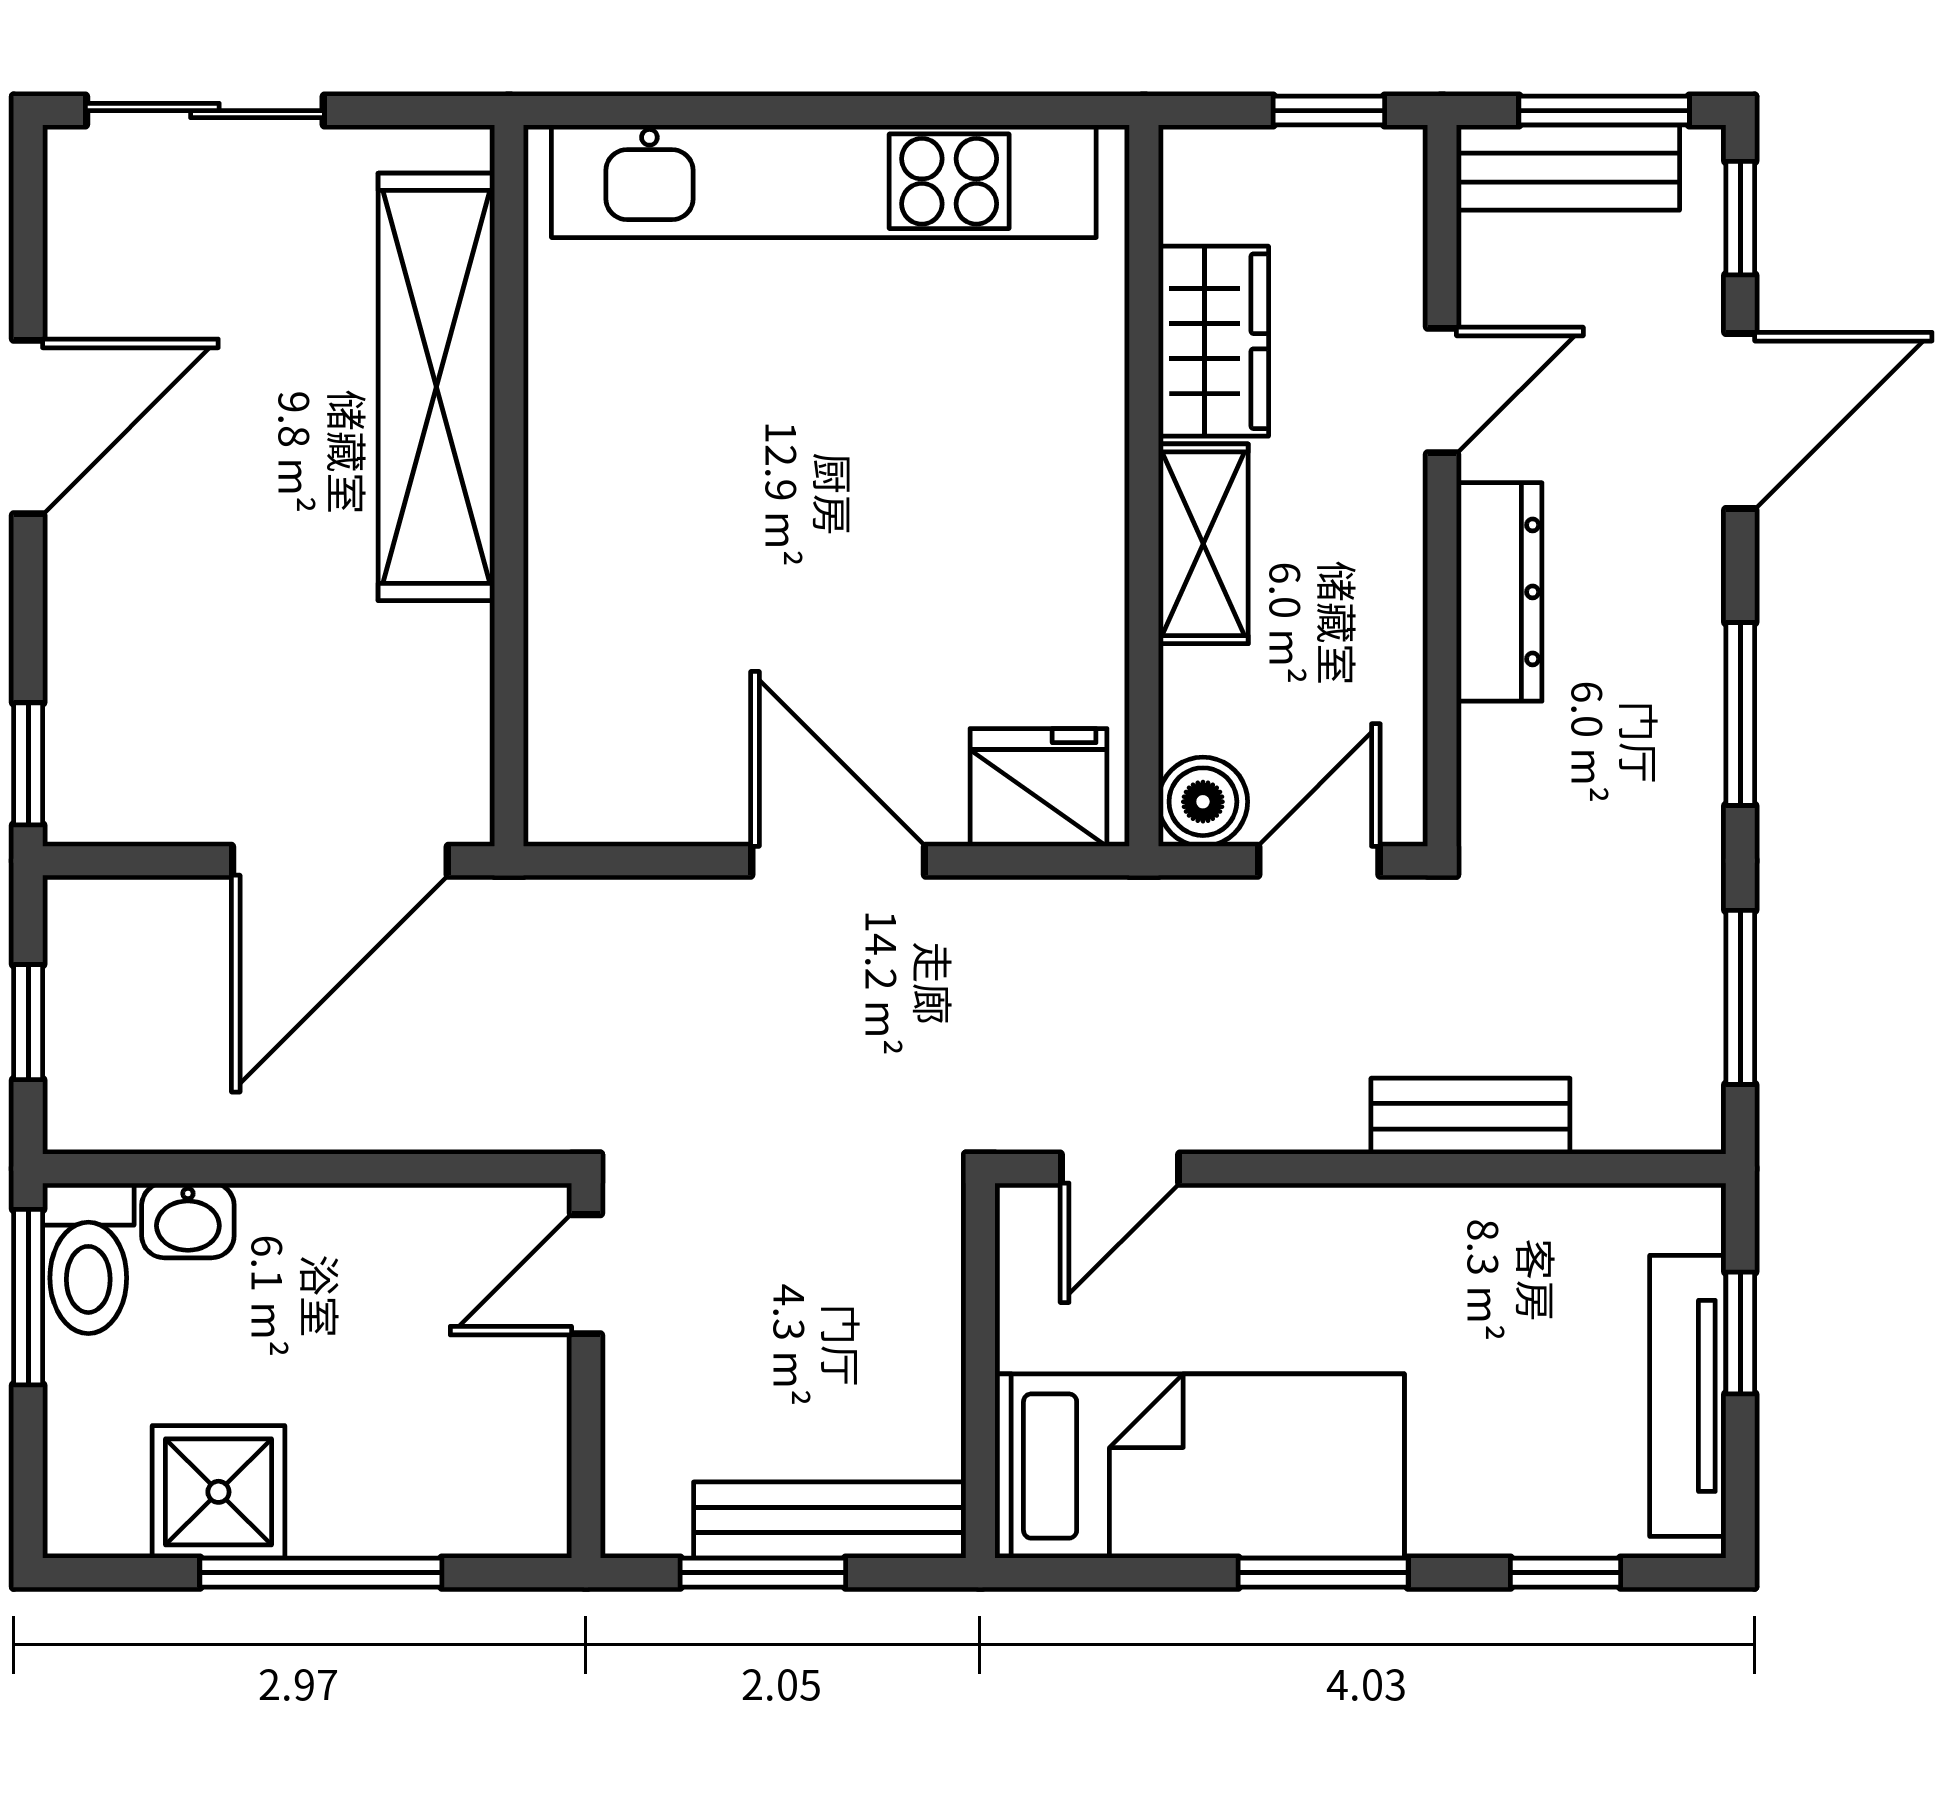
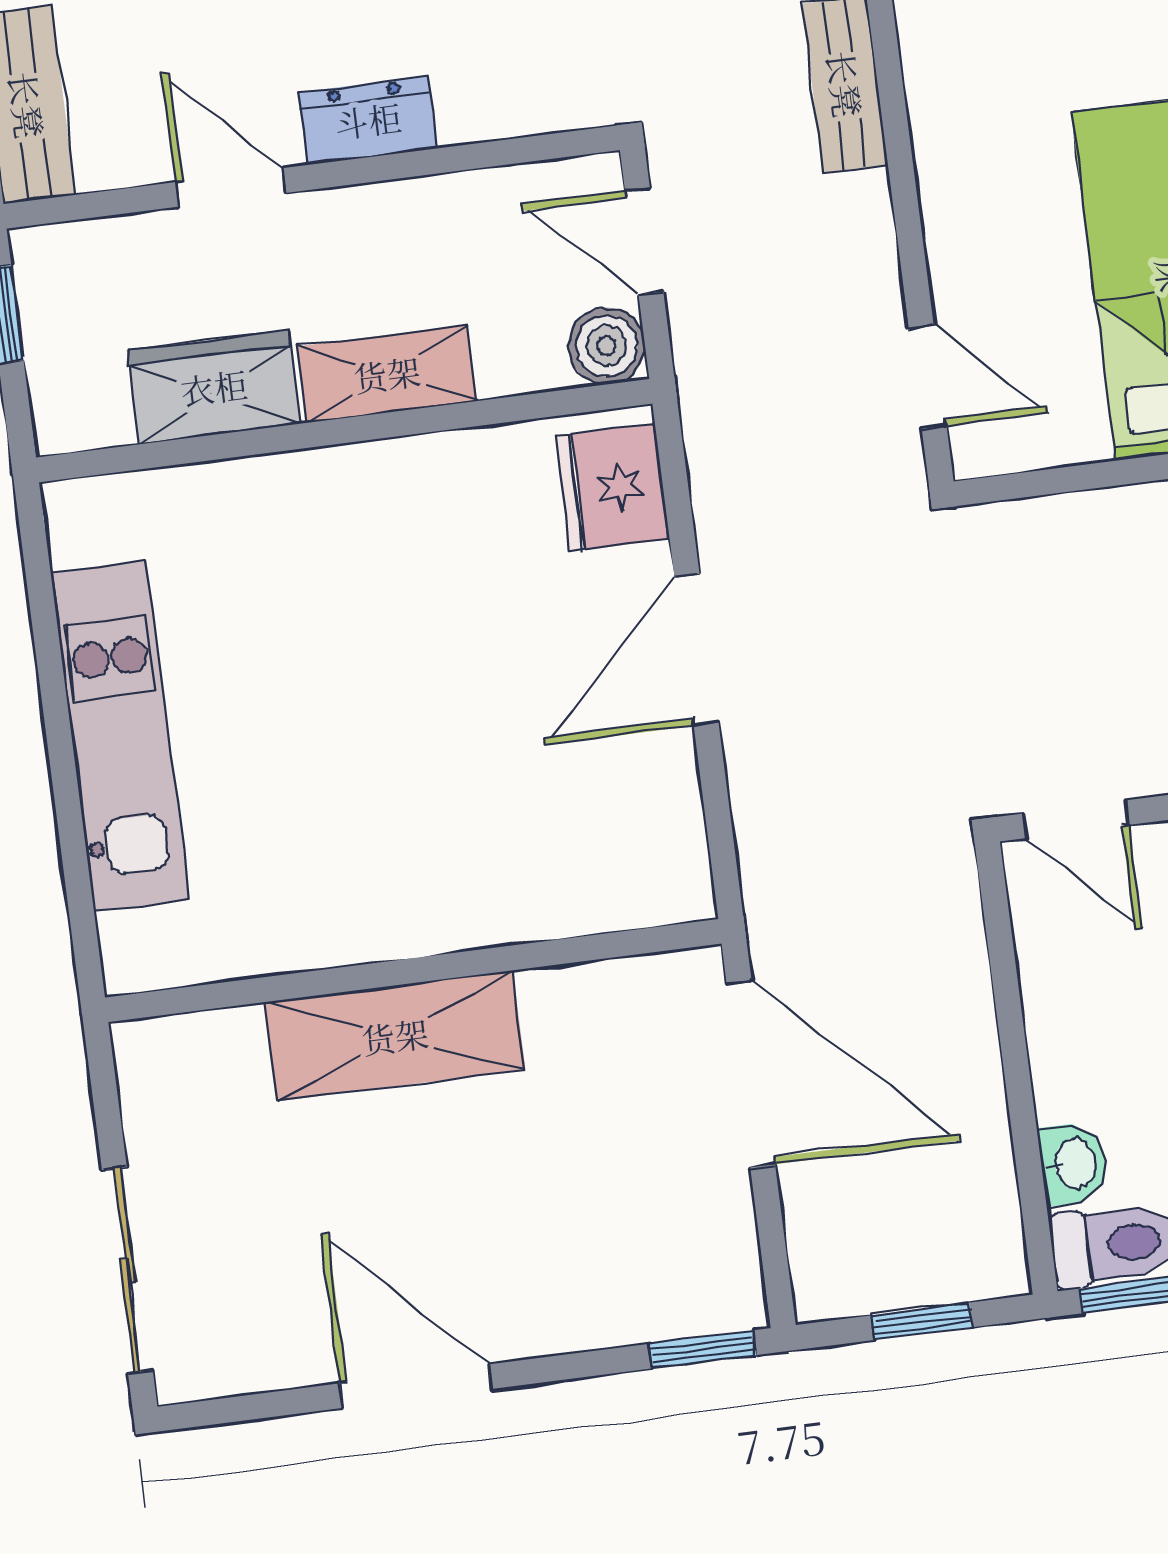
kitchen unit: (824, 181) -> (120, 736), width x0.73
shelving: (436, 387) -> (395, 1036), width x0.68
dresser: (1499, 592) -> (368, 120), width x0.70

